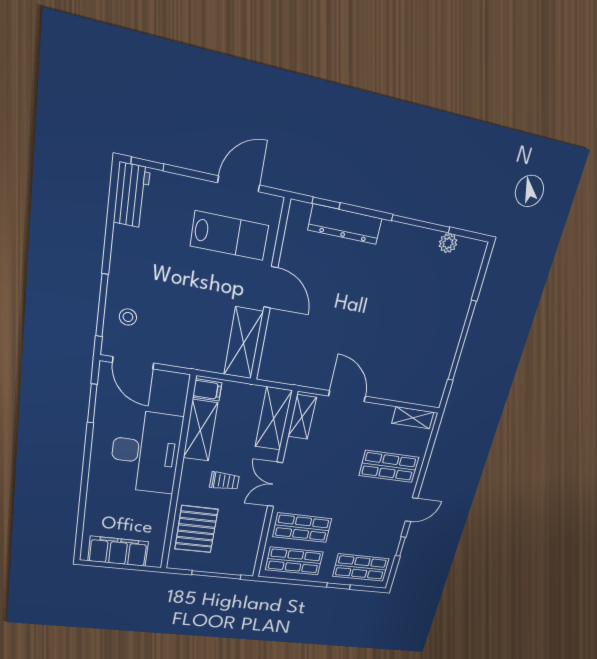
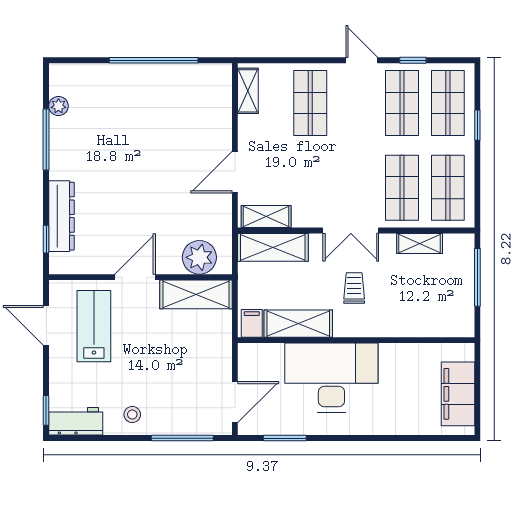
stool: (128, 317) -> (132, 414), moved
plant: (277, 352) -> (199, 257), added
pallet: (196, 529) -> (419, 310), removed
shop shelf: (370, 535) -> (402, 103), added
shelving: (253, 536) -> (420, 244), added

